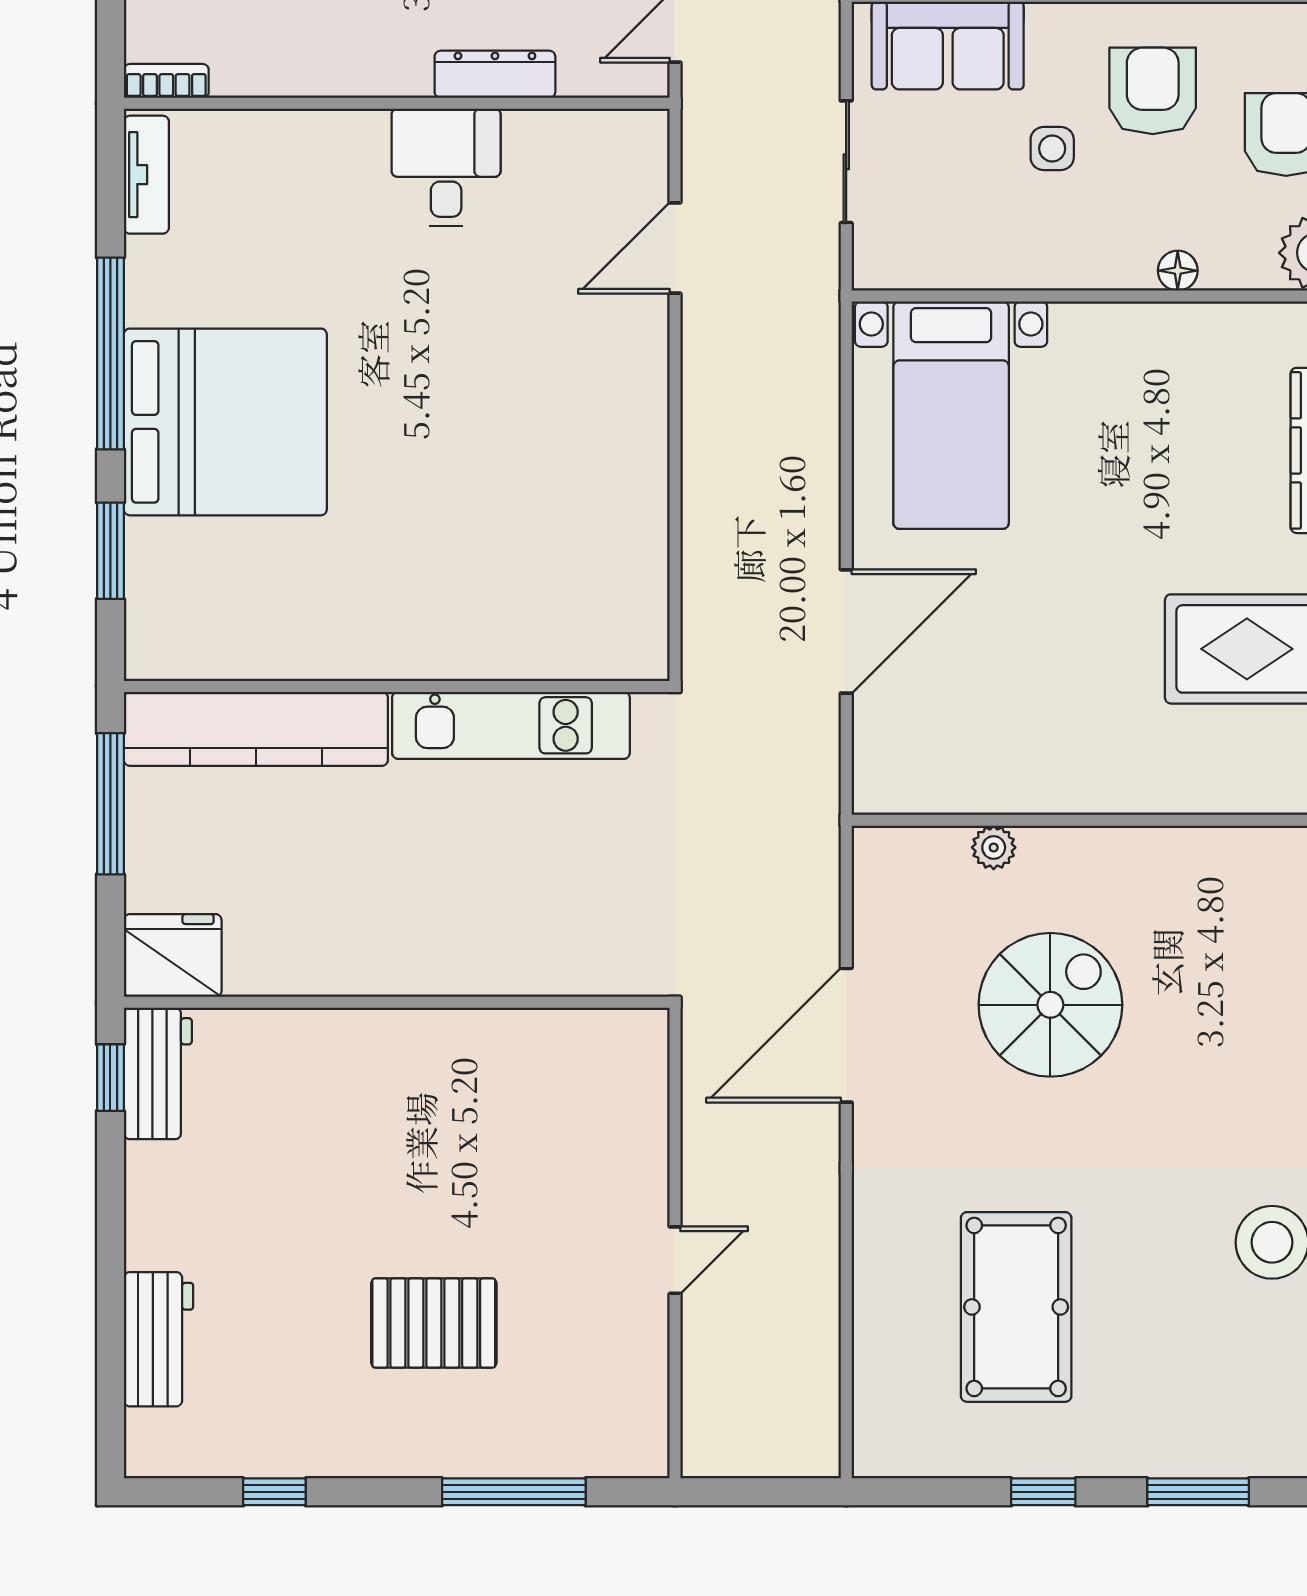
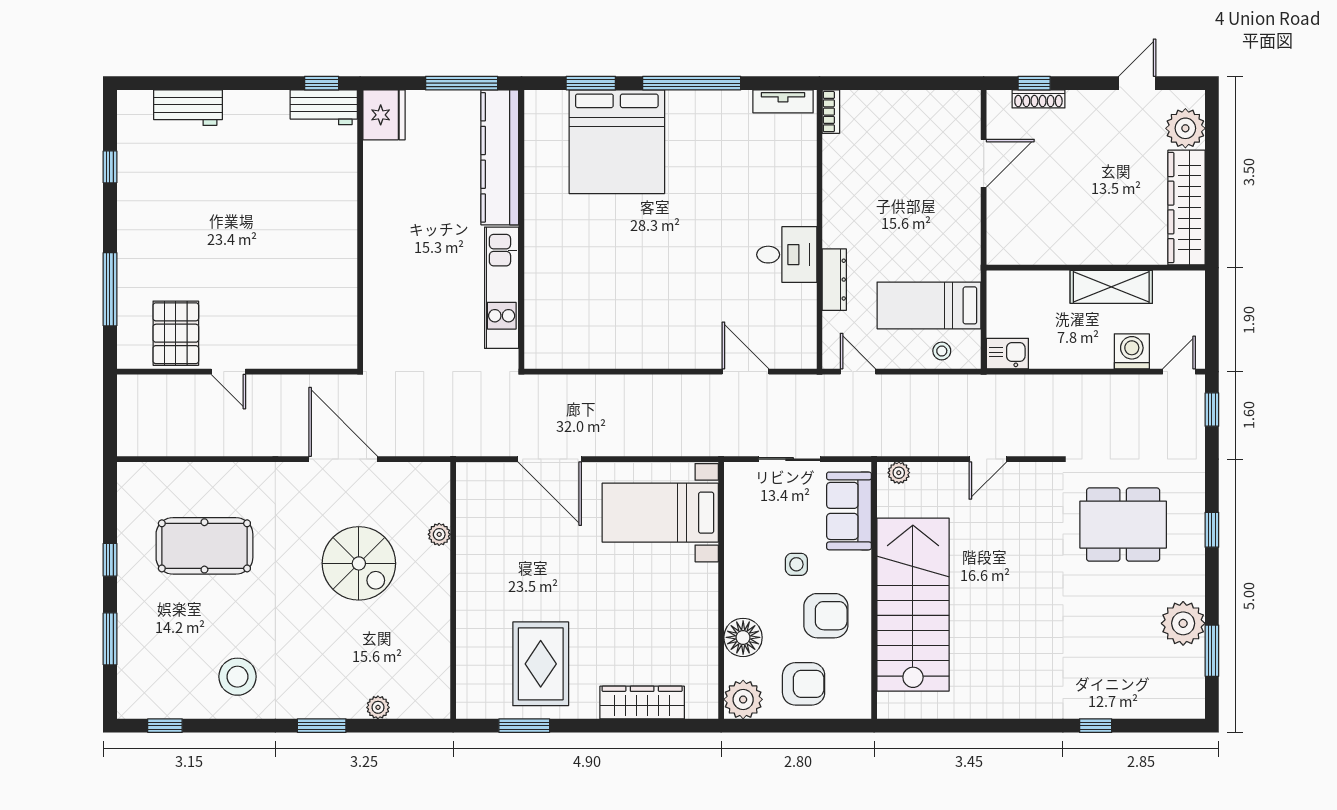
floor lamp: (1178, 271) -> (743, 637), width x1.89, depth x1.89
bed: (225, 422) -> (617, 142), moved
pallet: (434, 1323) -> (176, 333), moved

